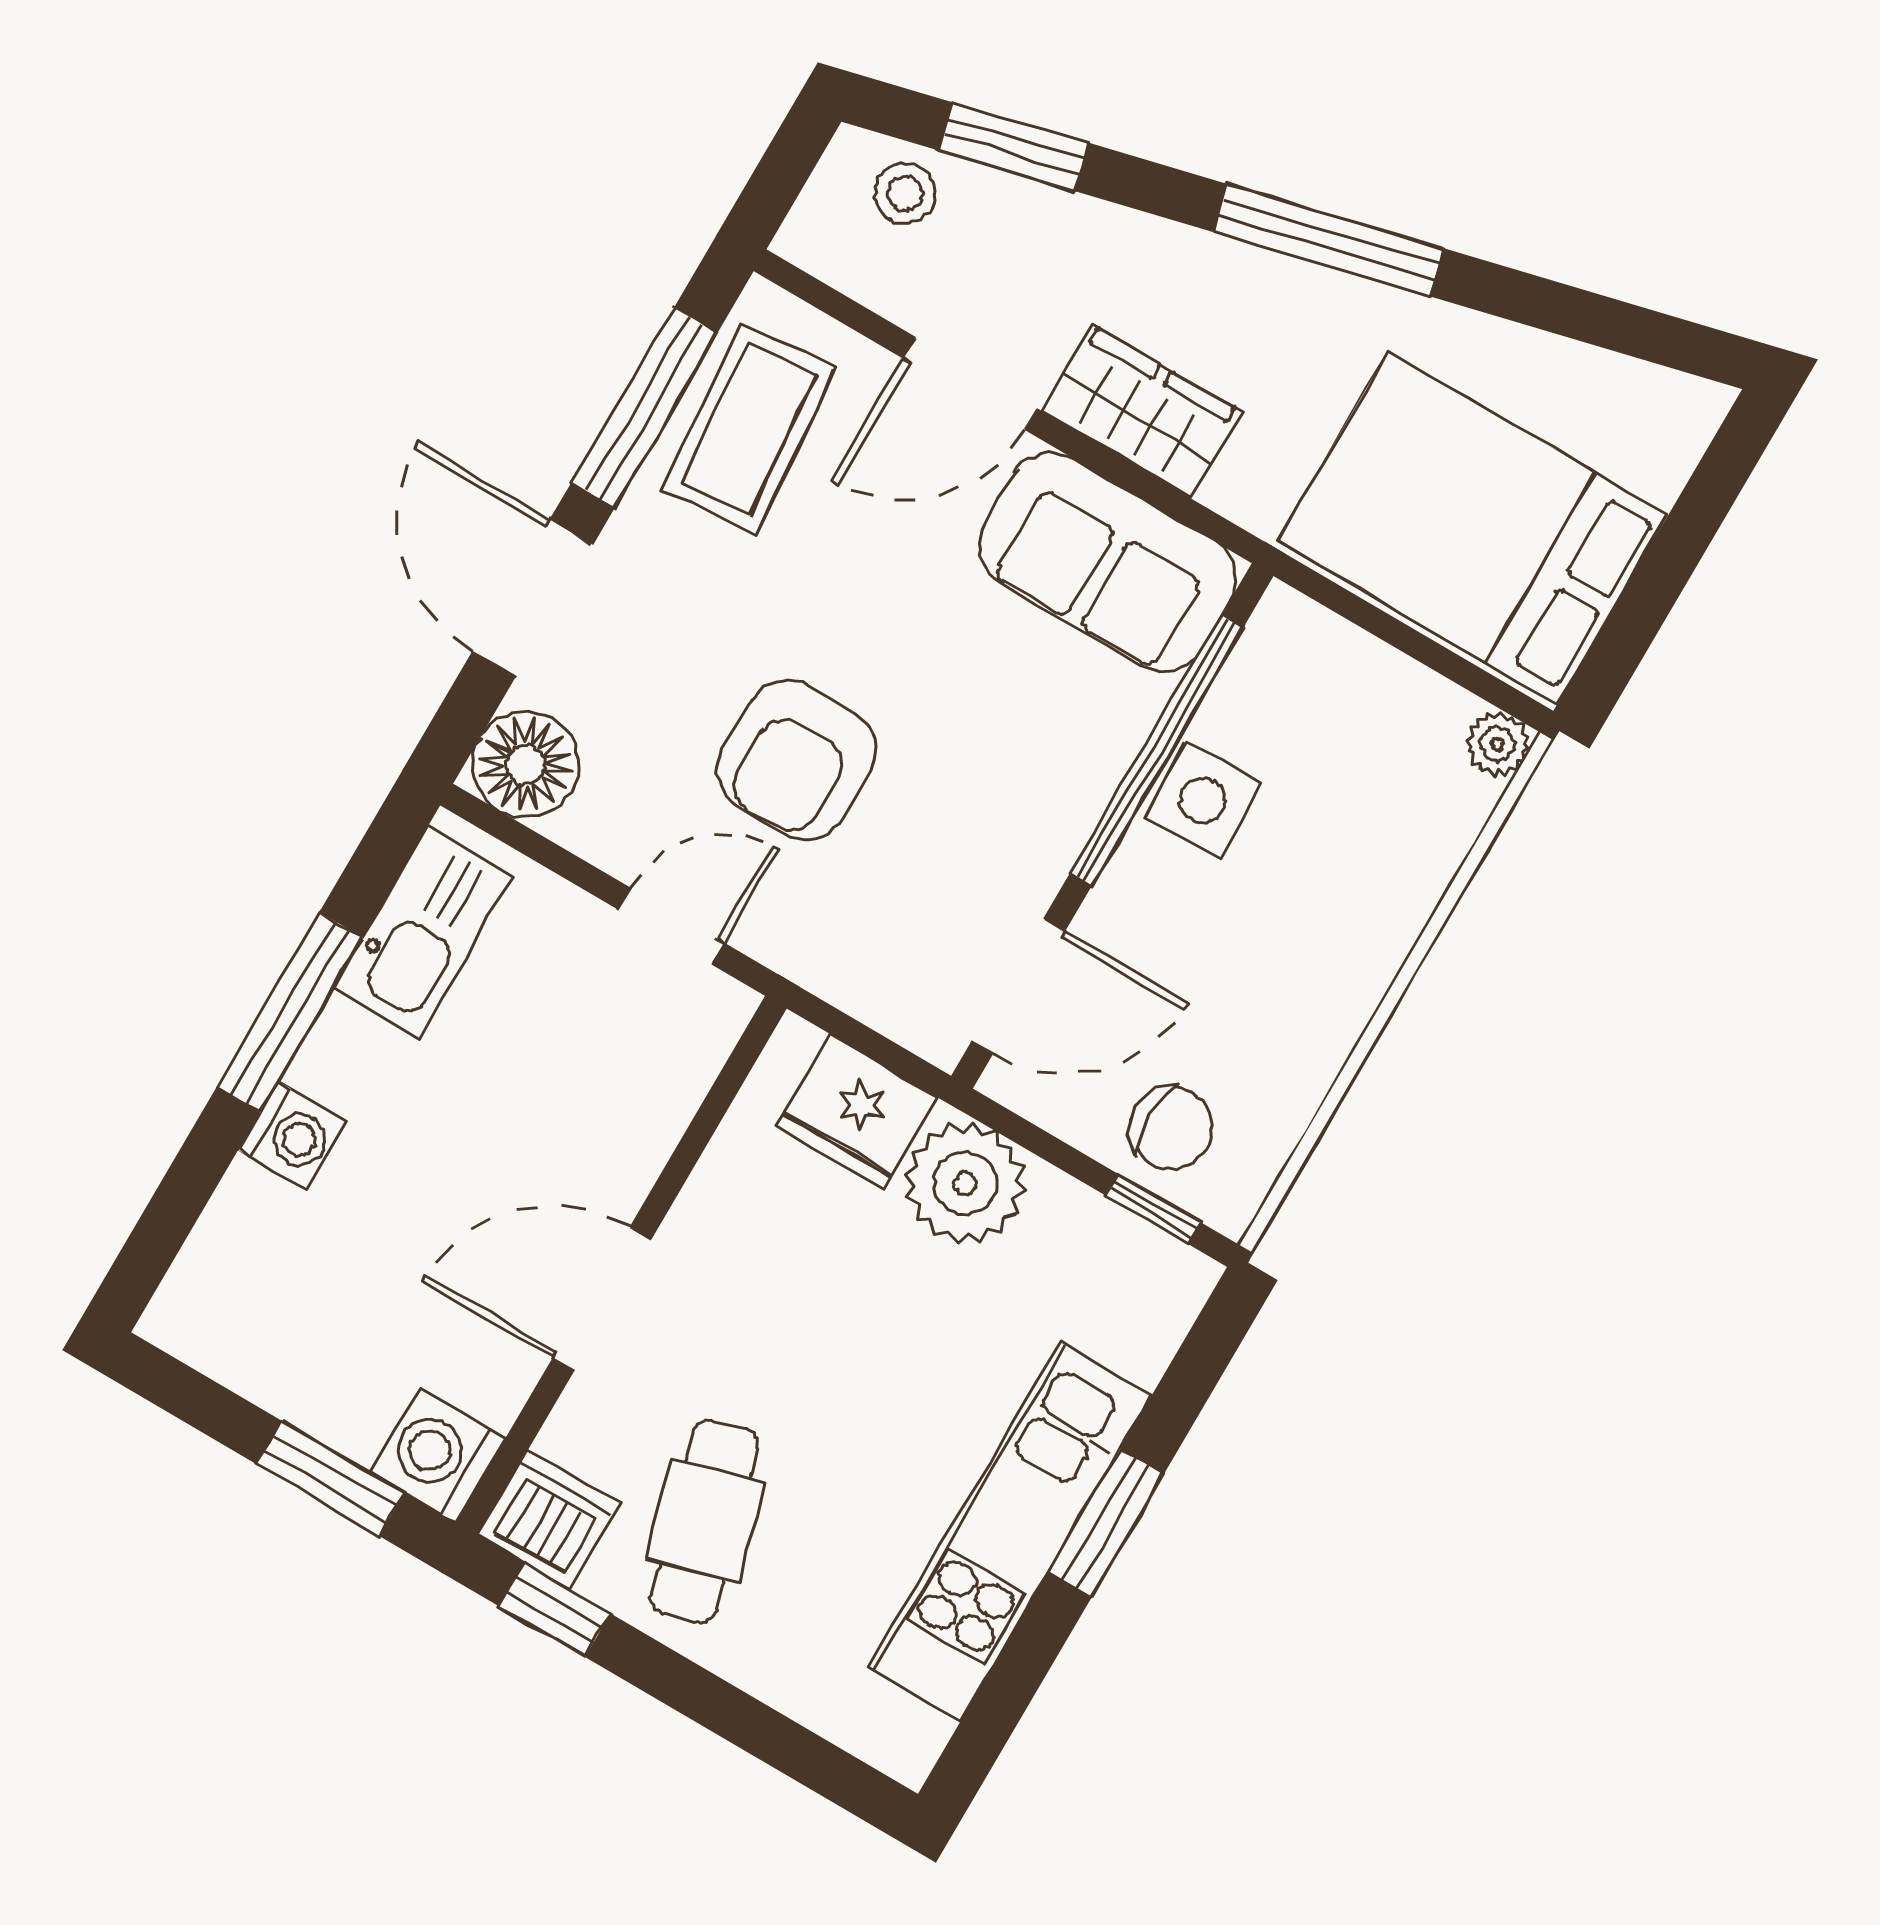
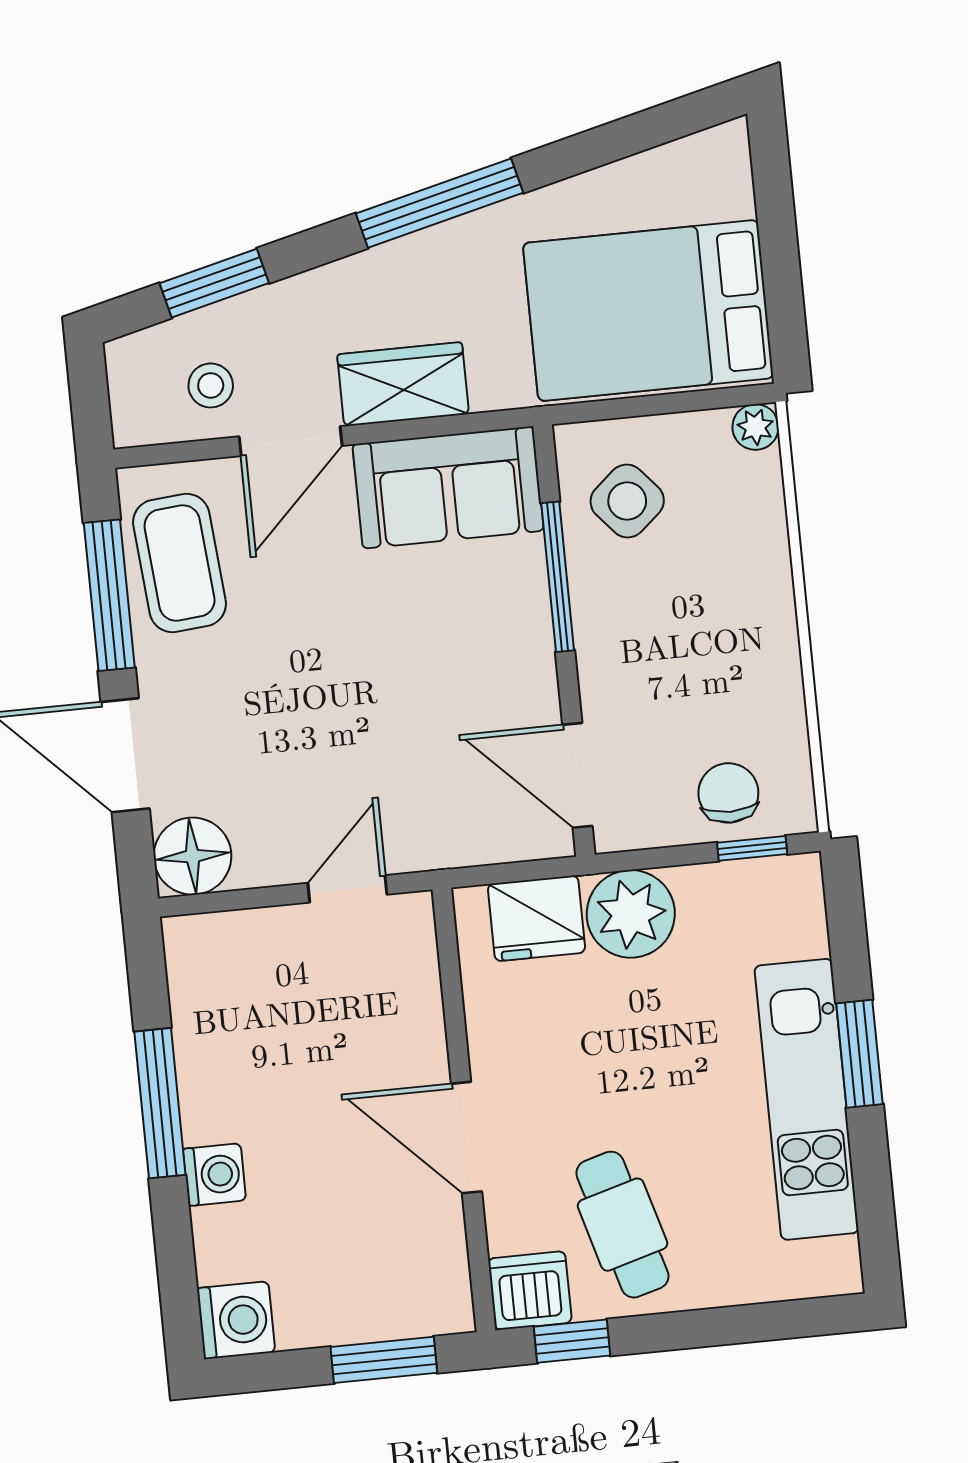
stool: (905, 193) -> (211, 385), moved
window: (1157, 750) -> (558, 577), width x0.68
armchair: (796, 760) -> (350, 737), removed
side table: (1202, 800) -> (627, 501), moved, turned -38
kitchen sink: (423, 932) -> (204, 999), removed
door: (1018, 987) -> (577, 775), swing flipped
chair: (1171, 1128) -> (728, 793), turned -90
door: (602, 1299) -> (467, 1138), hinge flipped
washing machine: (438, 1455) -> (236, 1320), moved, turned 180

